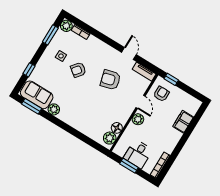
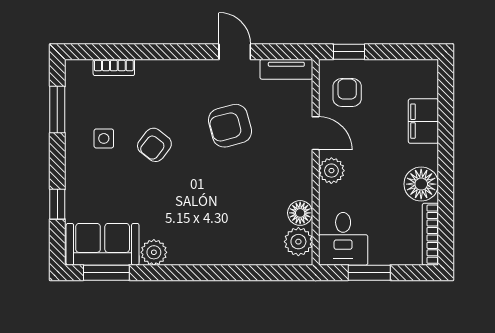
plant: (66, 26) -> (78, 73), removed
floor lamp: (168, 145) -> (421, 184), added
desk: (138, 154) -> (343, 239), moved

